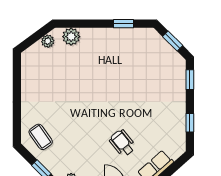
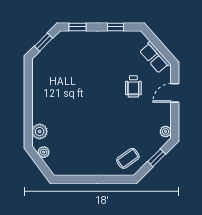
window: (123, 24) -> (28, 85), removed
wheelchair: (122, 143) -> (133, 86), turned -51

